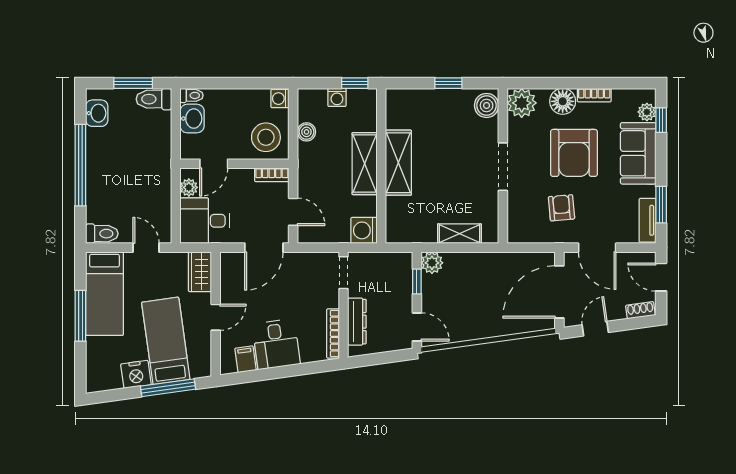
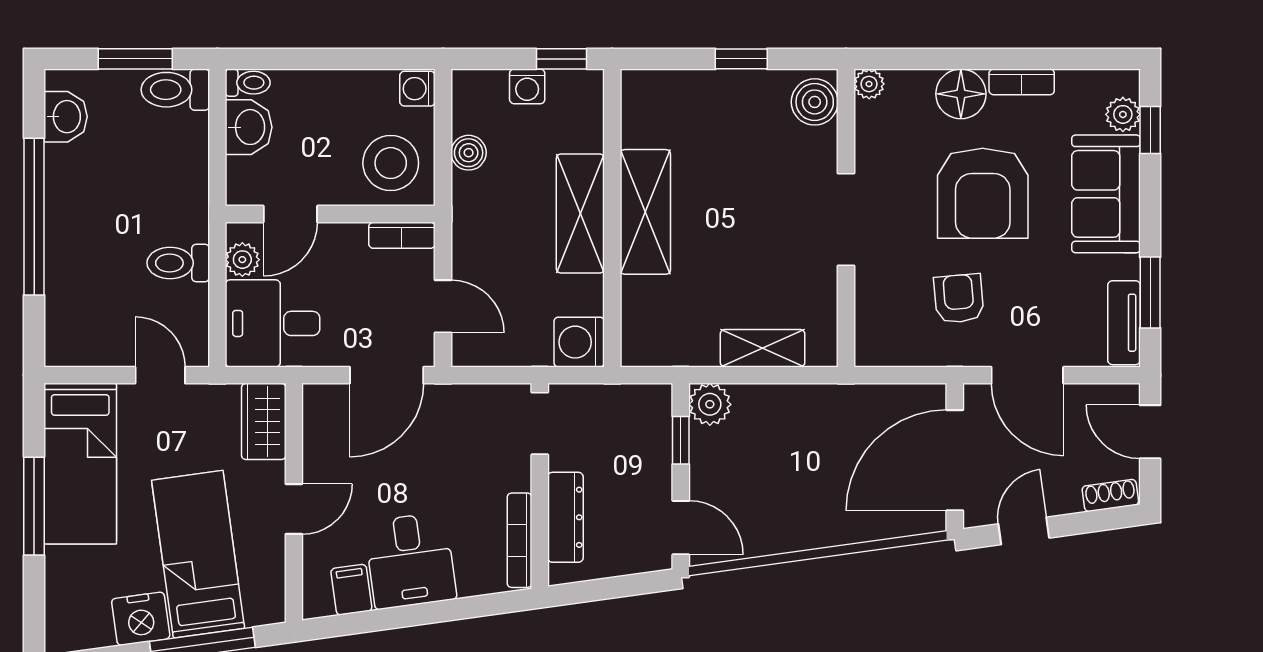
plant: (522, 103) -> (869, 84), width x0.53, depth x0.53
toilet: (102, 234) -> (178, 263), moved, turned 180

